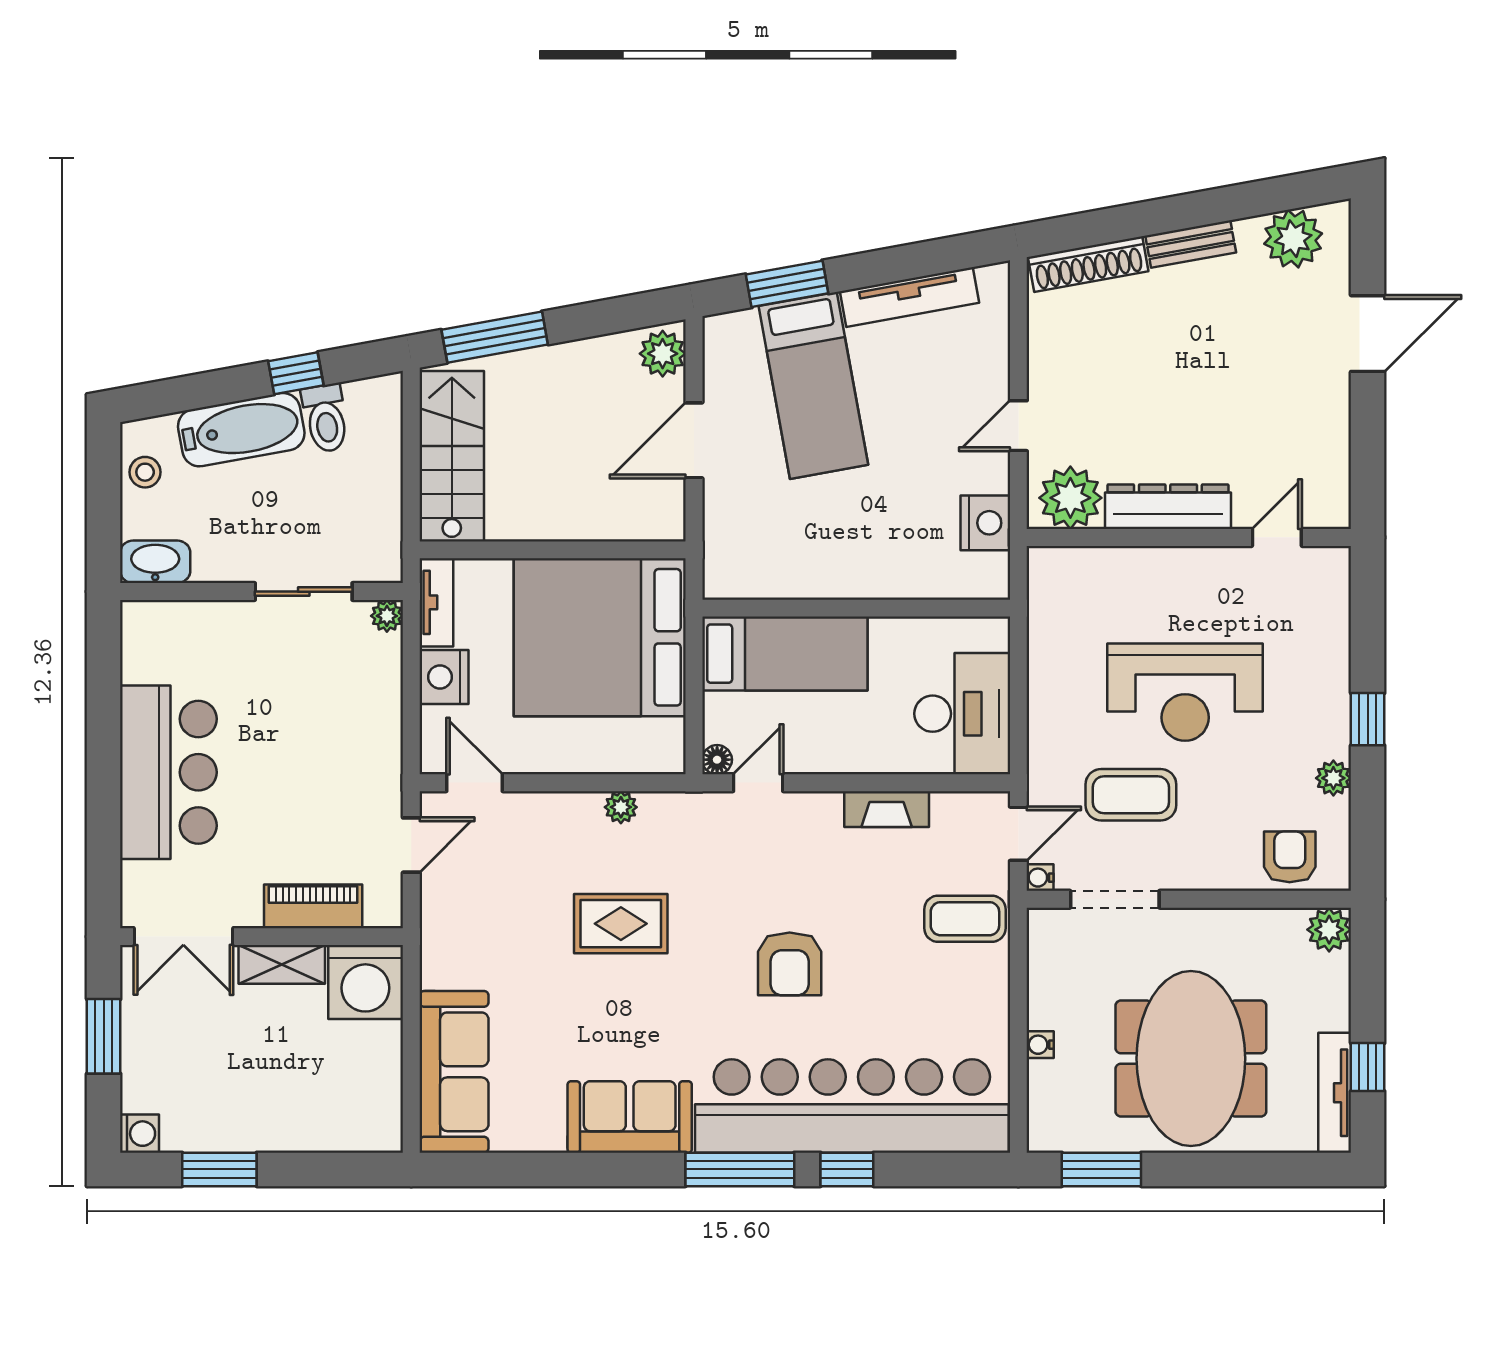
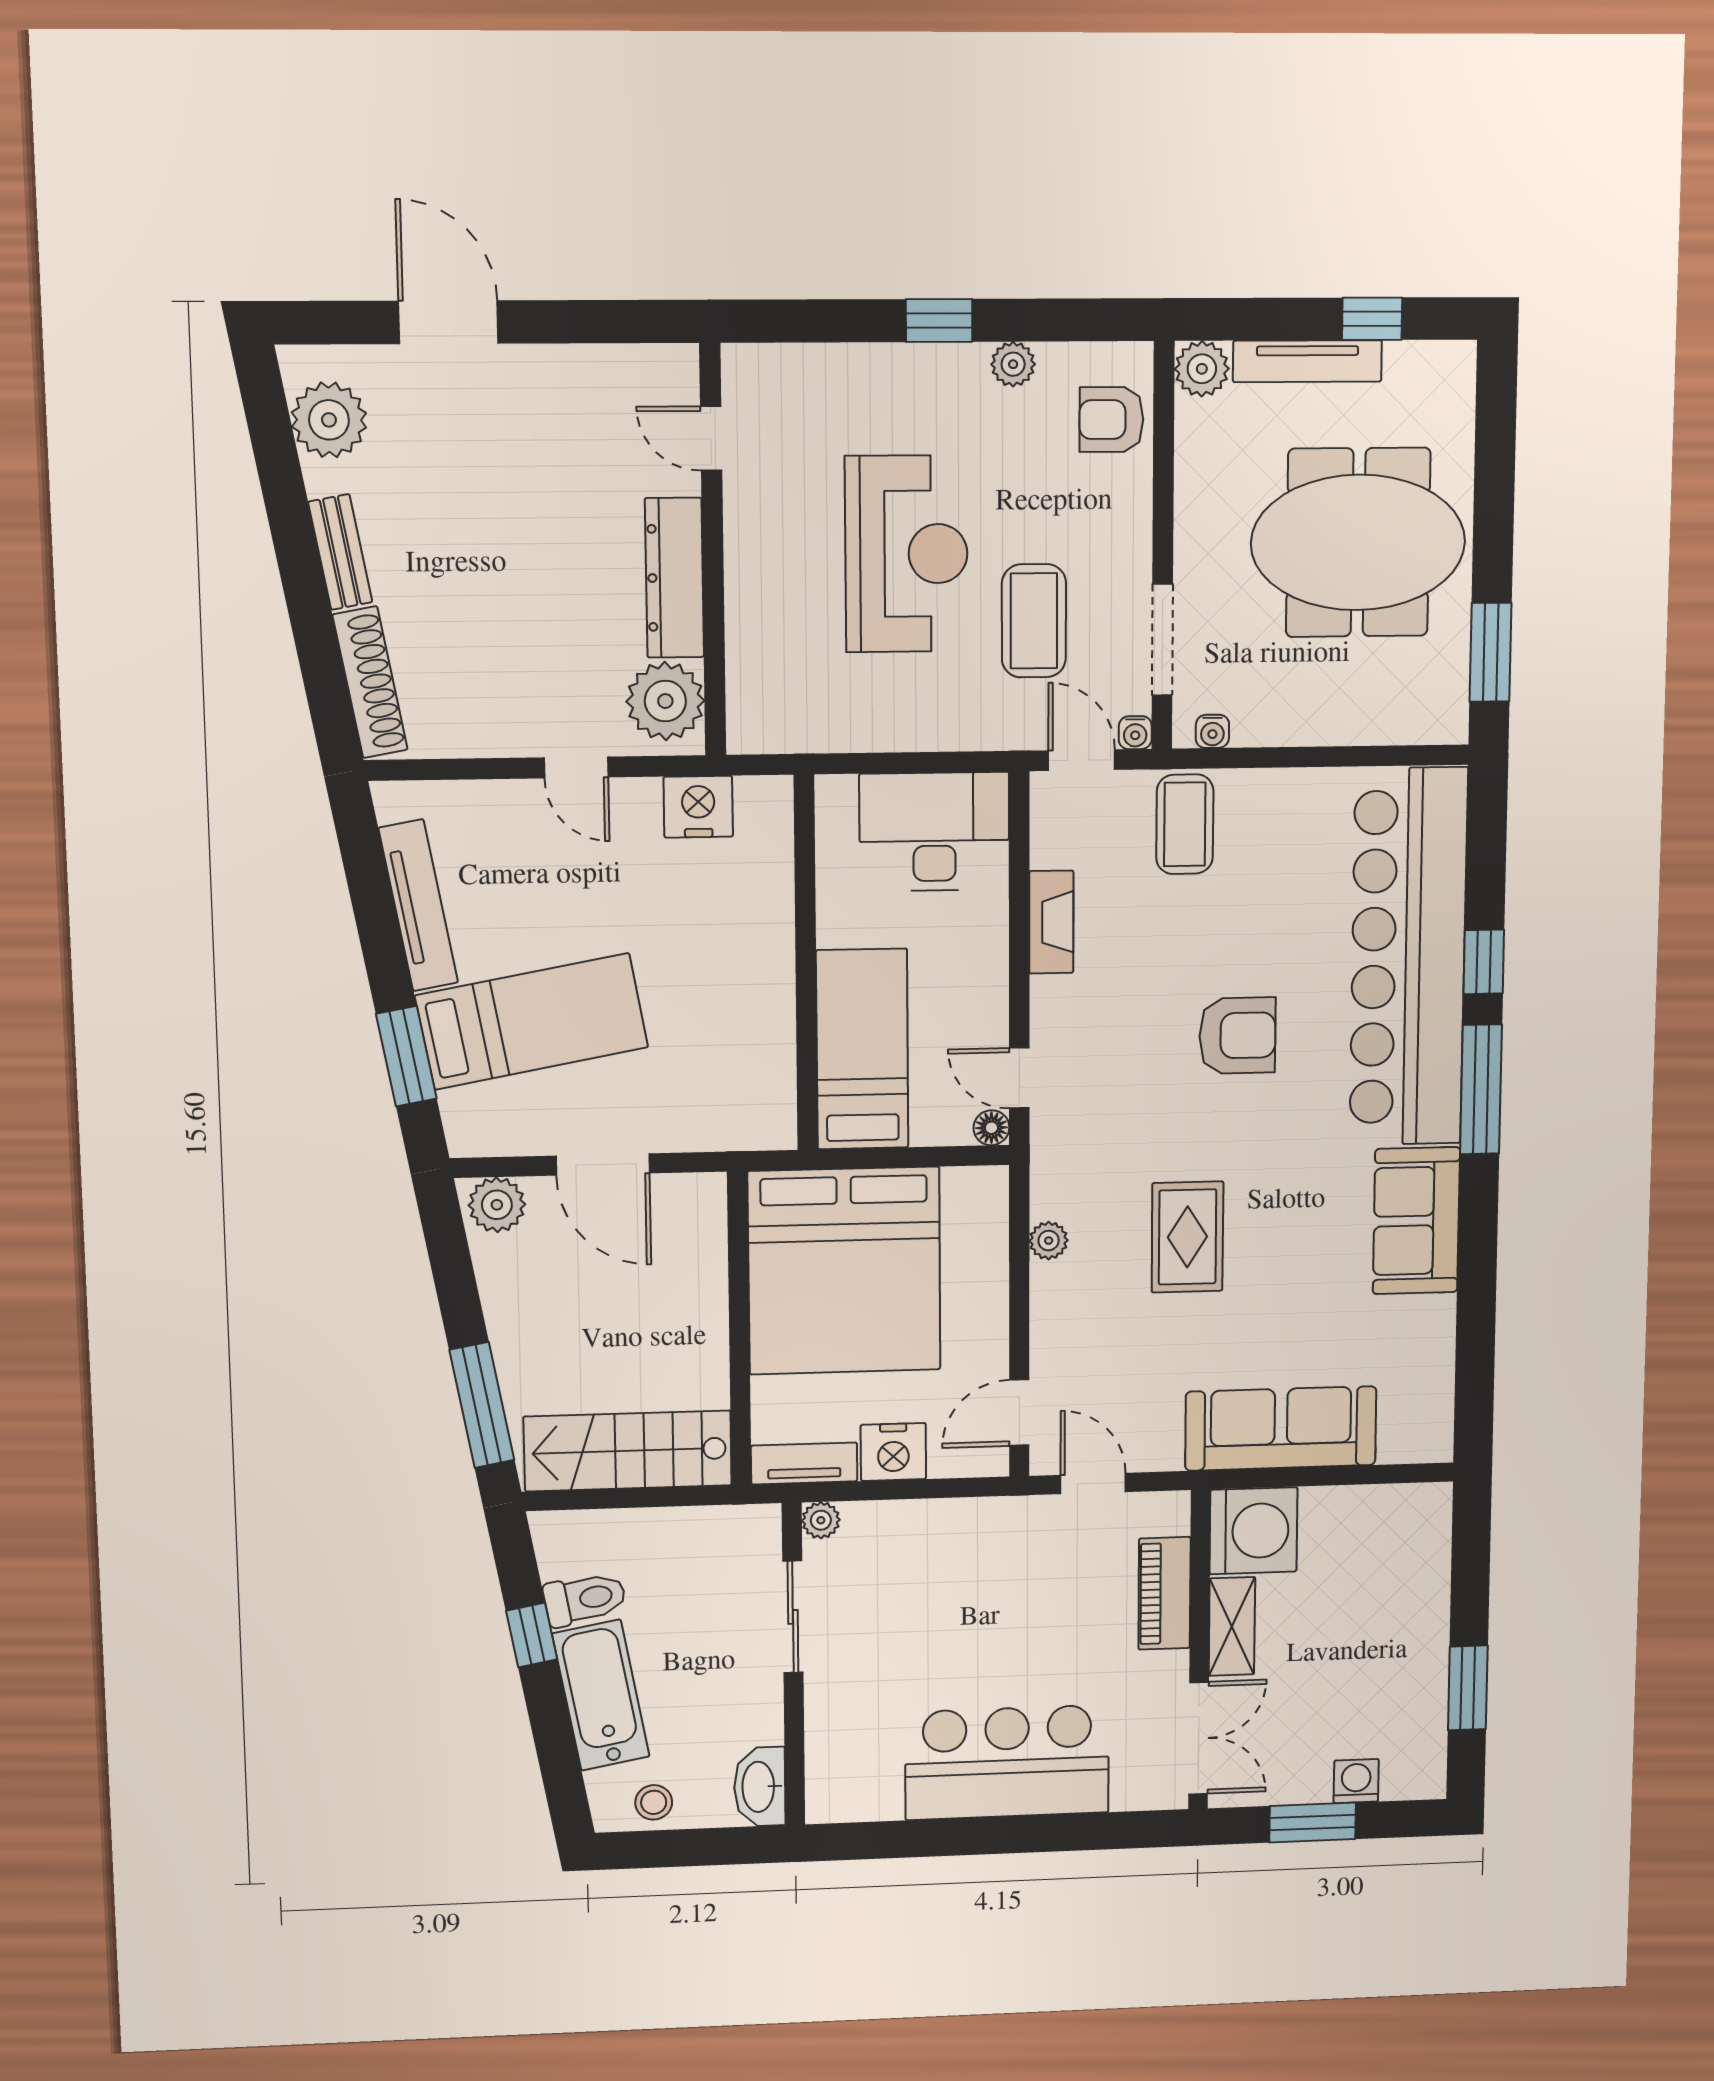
water cooler: (1040, 1045) -> (1212, 731), moved
sofa: (454, 1072) -> (1281, 1428), moved
tv unit: (1335, 1093) -> (1307, 361), moved
washing machine: (139, 1134) -> (1356, 1781), moved

